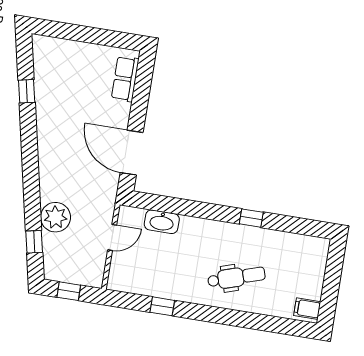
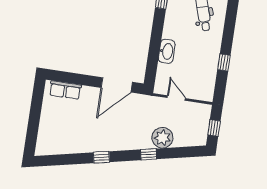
window: (27, 91) -> (101, 157), moved
washbasin: (162, 222) -> (167, 51), moved
window: (34, 242) -> (149, 154), moved

